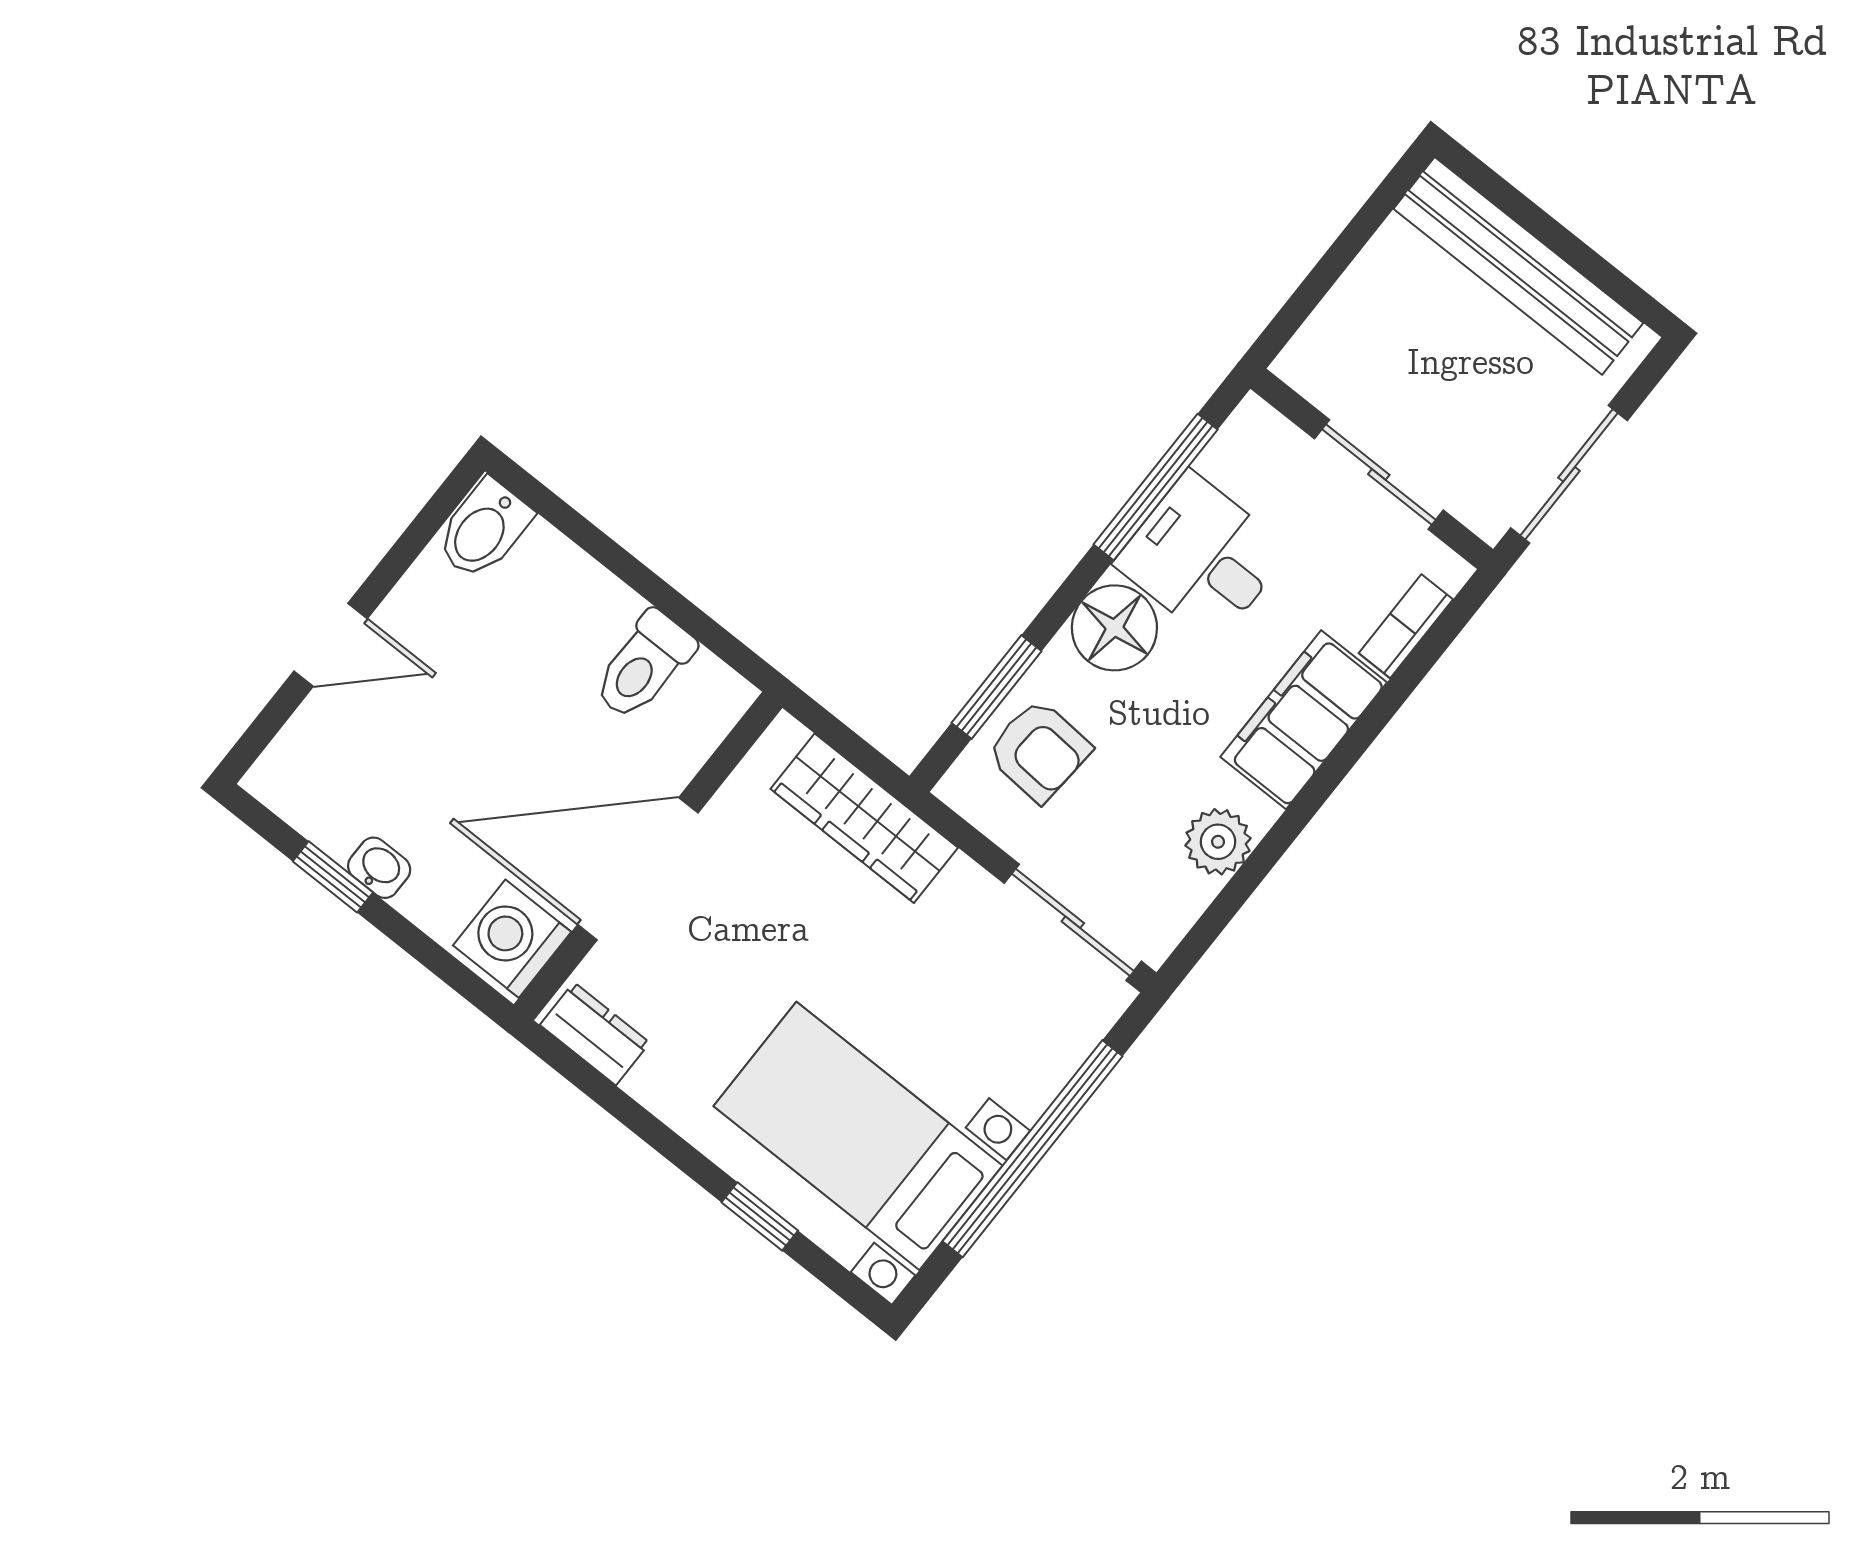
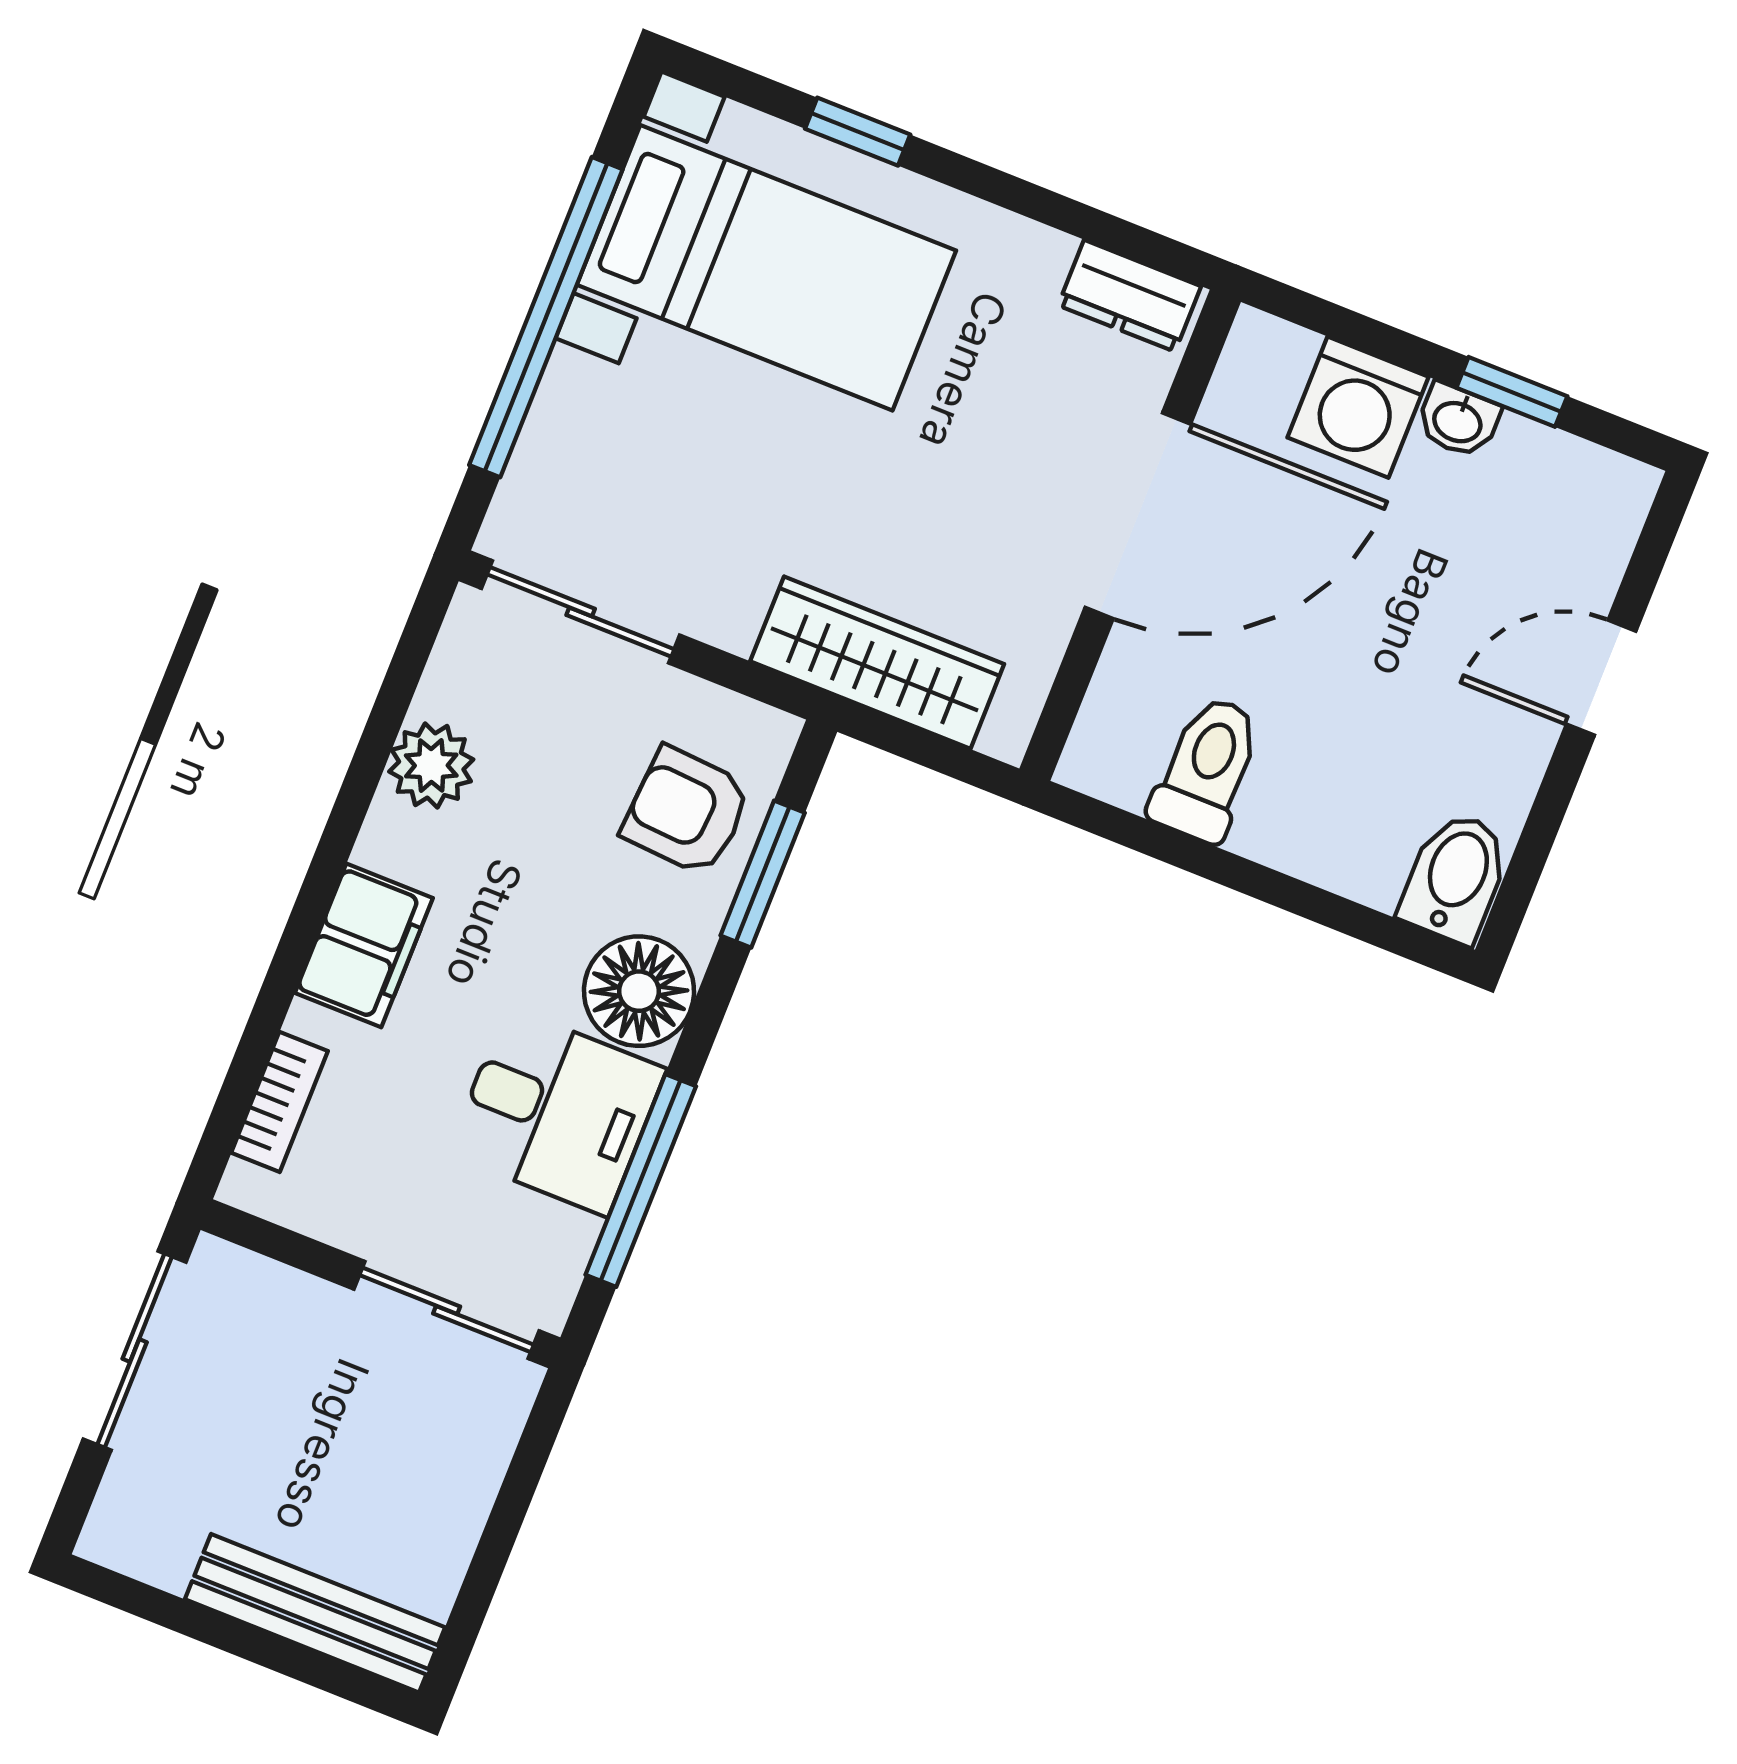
bench: (1518, 266) -> (315, 1613), width x0.73, depth x0.82
sliding door: (1379, 474) -> (447, 1310), moved
filing cabinet: (1304, 720) -> (364, 945), width x0.67, depth x0.86
washing machine: (512, 939) -> (1358, 407), moved, turned 90

